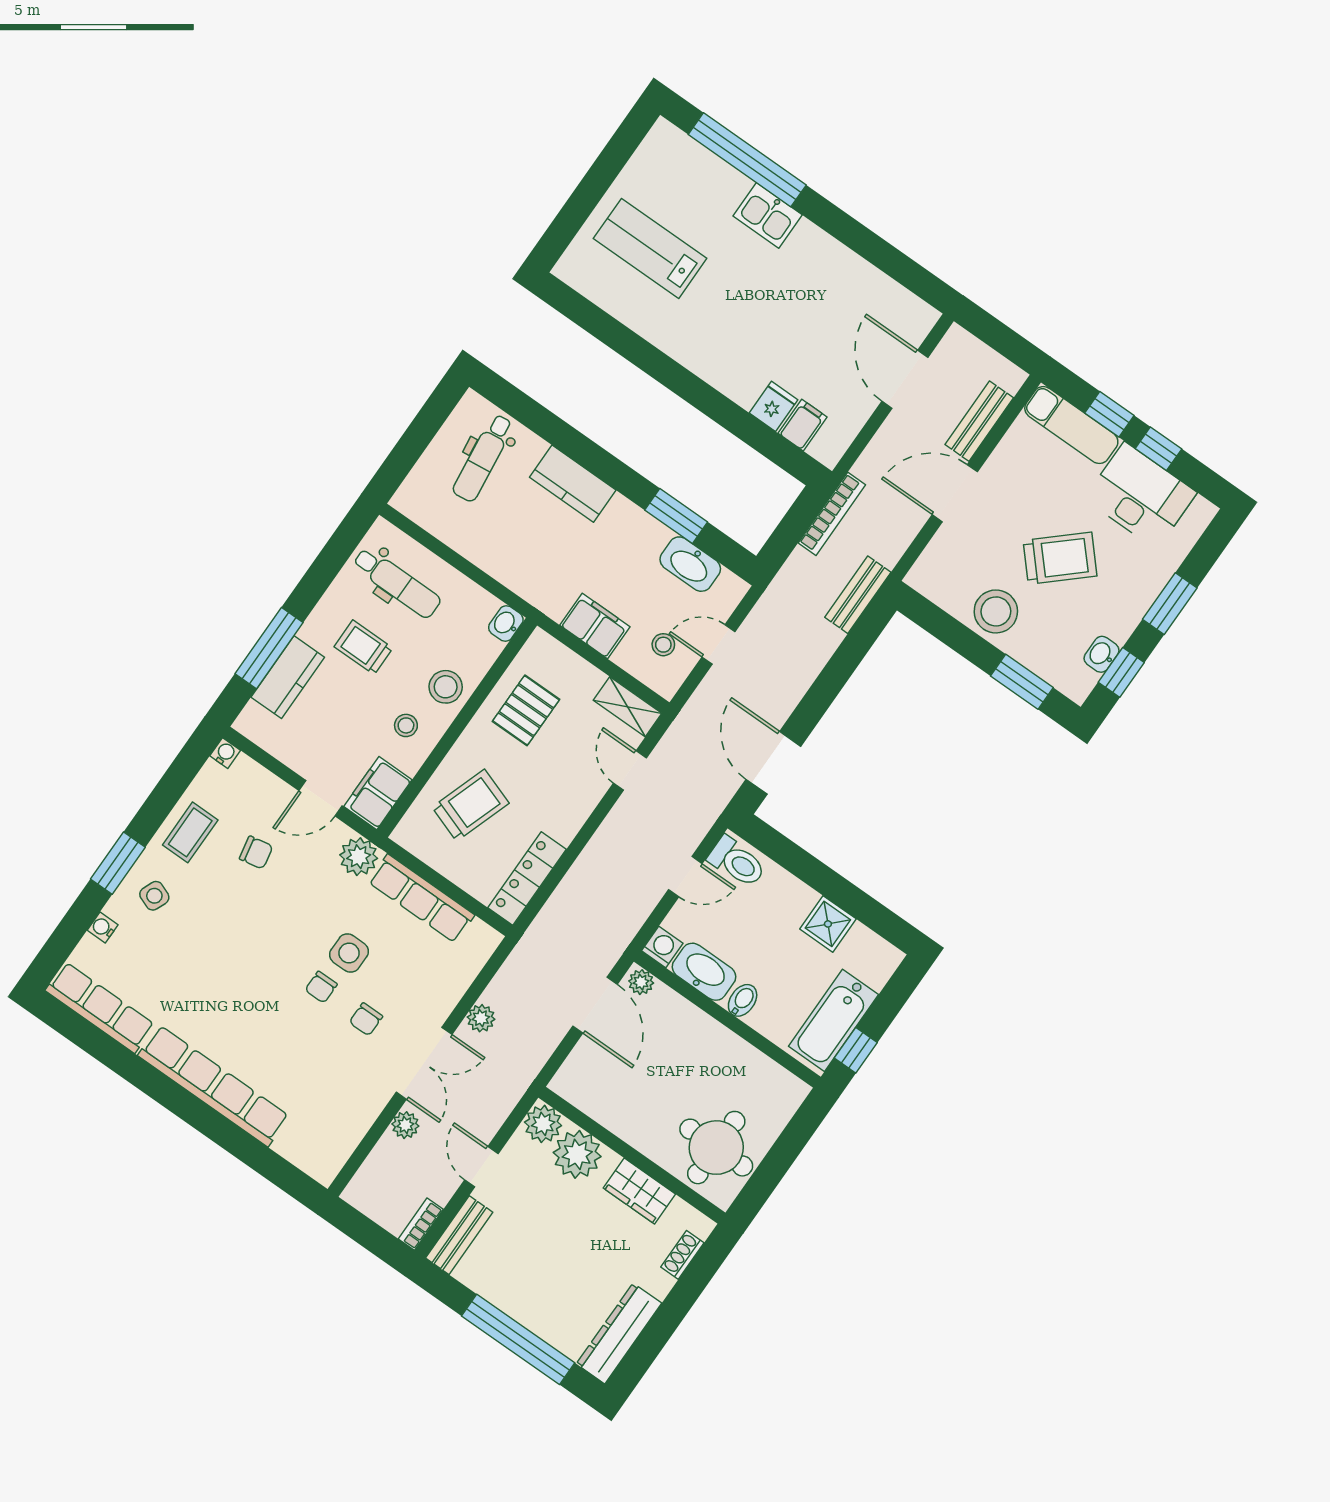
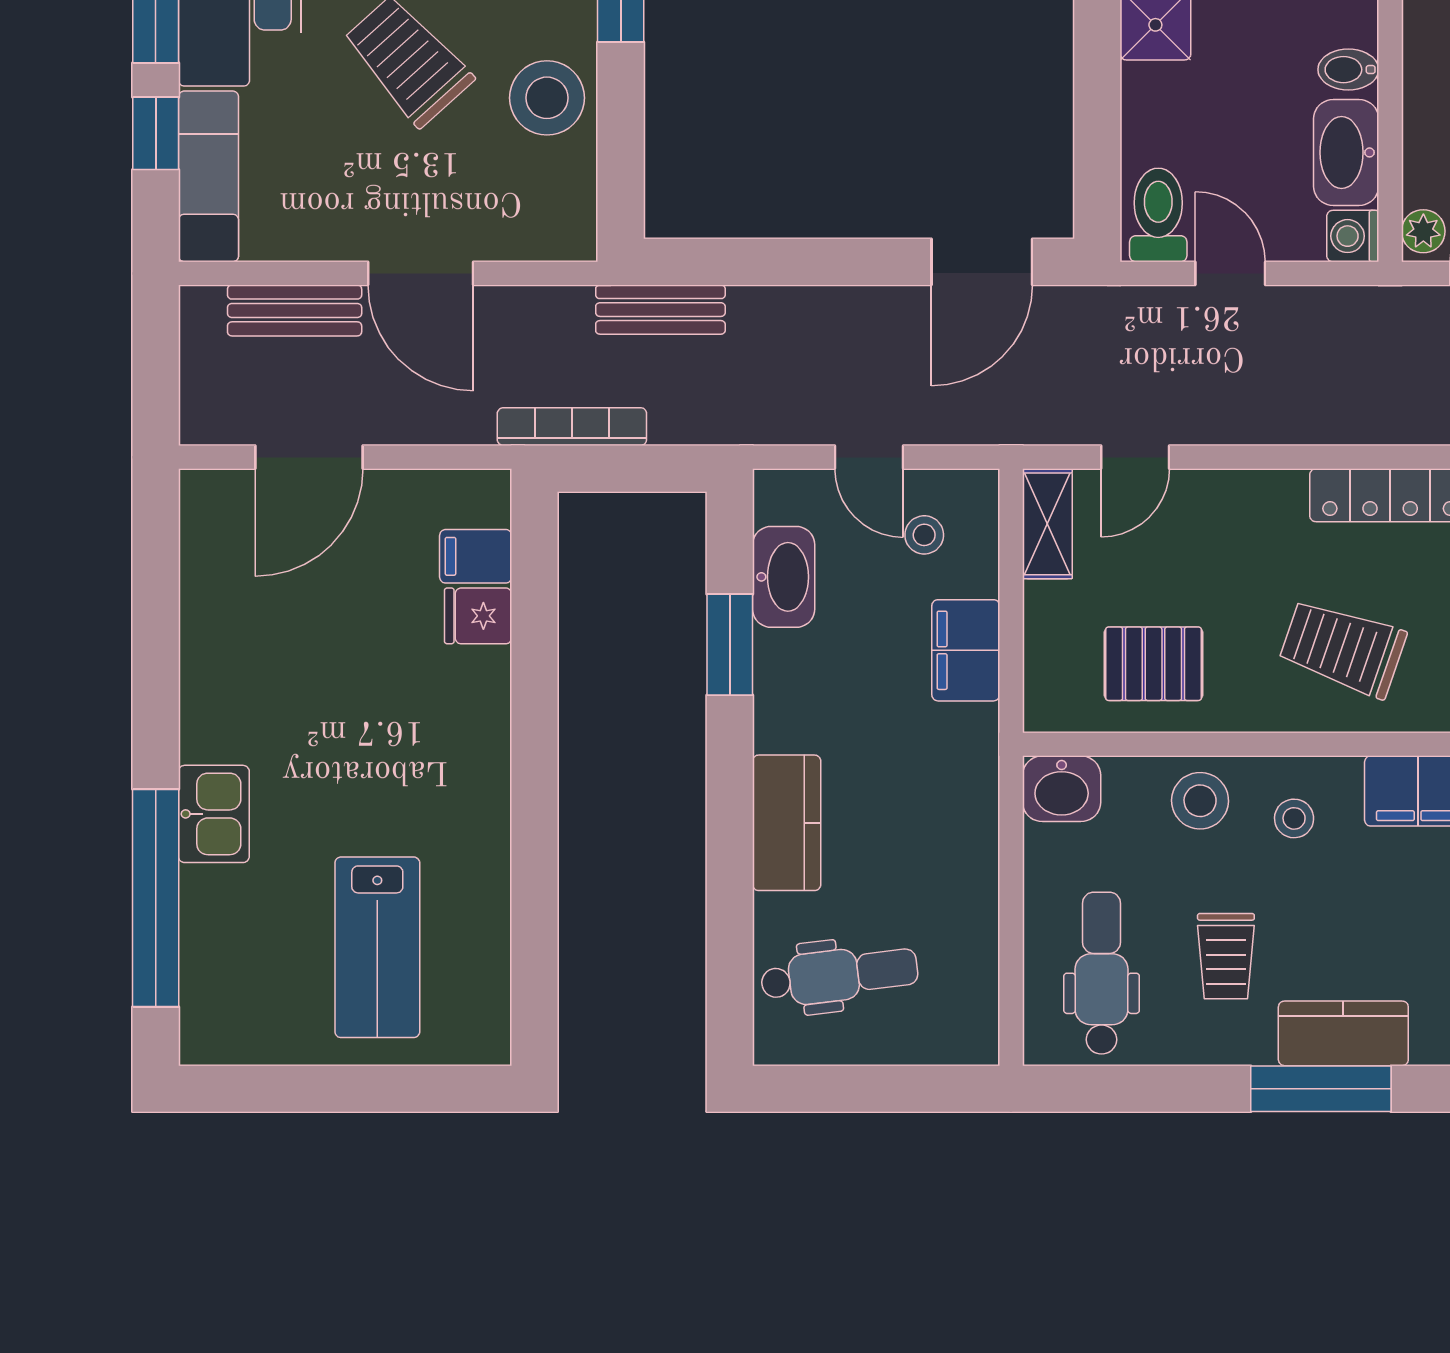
washbasin: (506, 623) -> (1062, 789), width x1.38, depth x1.45

